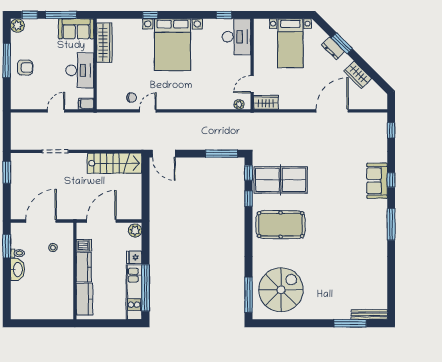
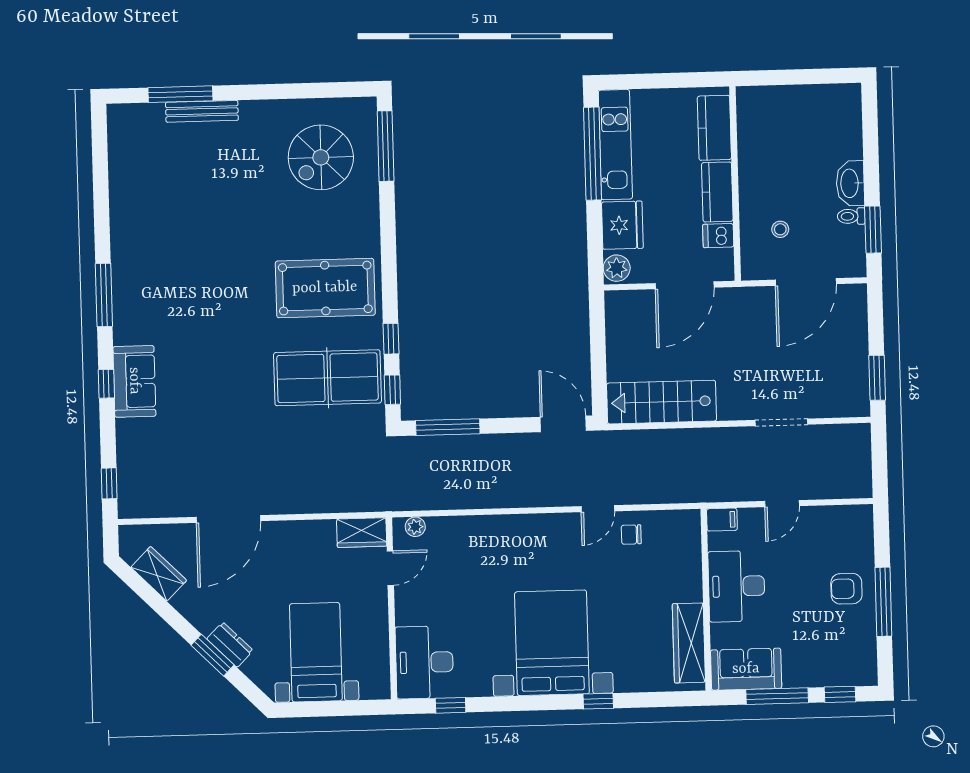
plant: (17, 26) -> (864, 672), removed
wardrobe: (358, 75) -> (159, 574), moved
fridge: (134, 257) -> (622, 225), width x1.88, depth x1.34
spiral stairs: (281, 290) -> (321, 157), width x0.73, depth x0.73
bench: (369, 314) -> (202, 111), moved

